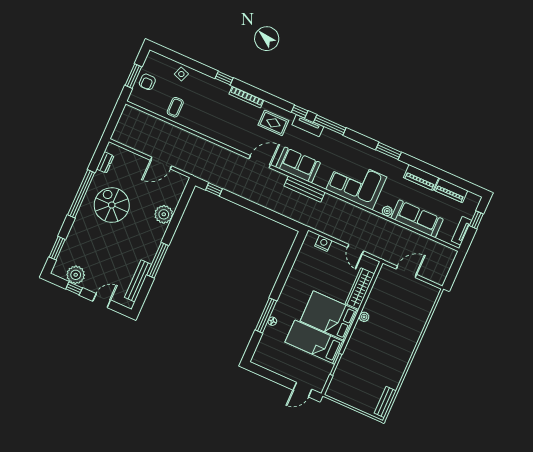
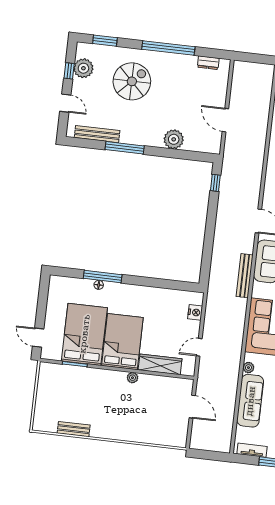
spiral stairs: (112, 205) -> (132, 81), moved
bed: (315, 342) -> (84, 334), width x1.50
bench: (385, 402) -> (74, 429), moved

